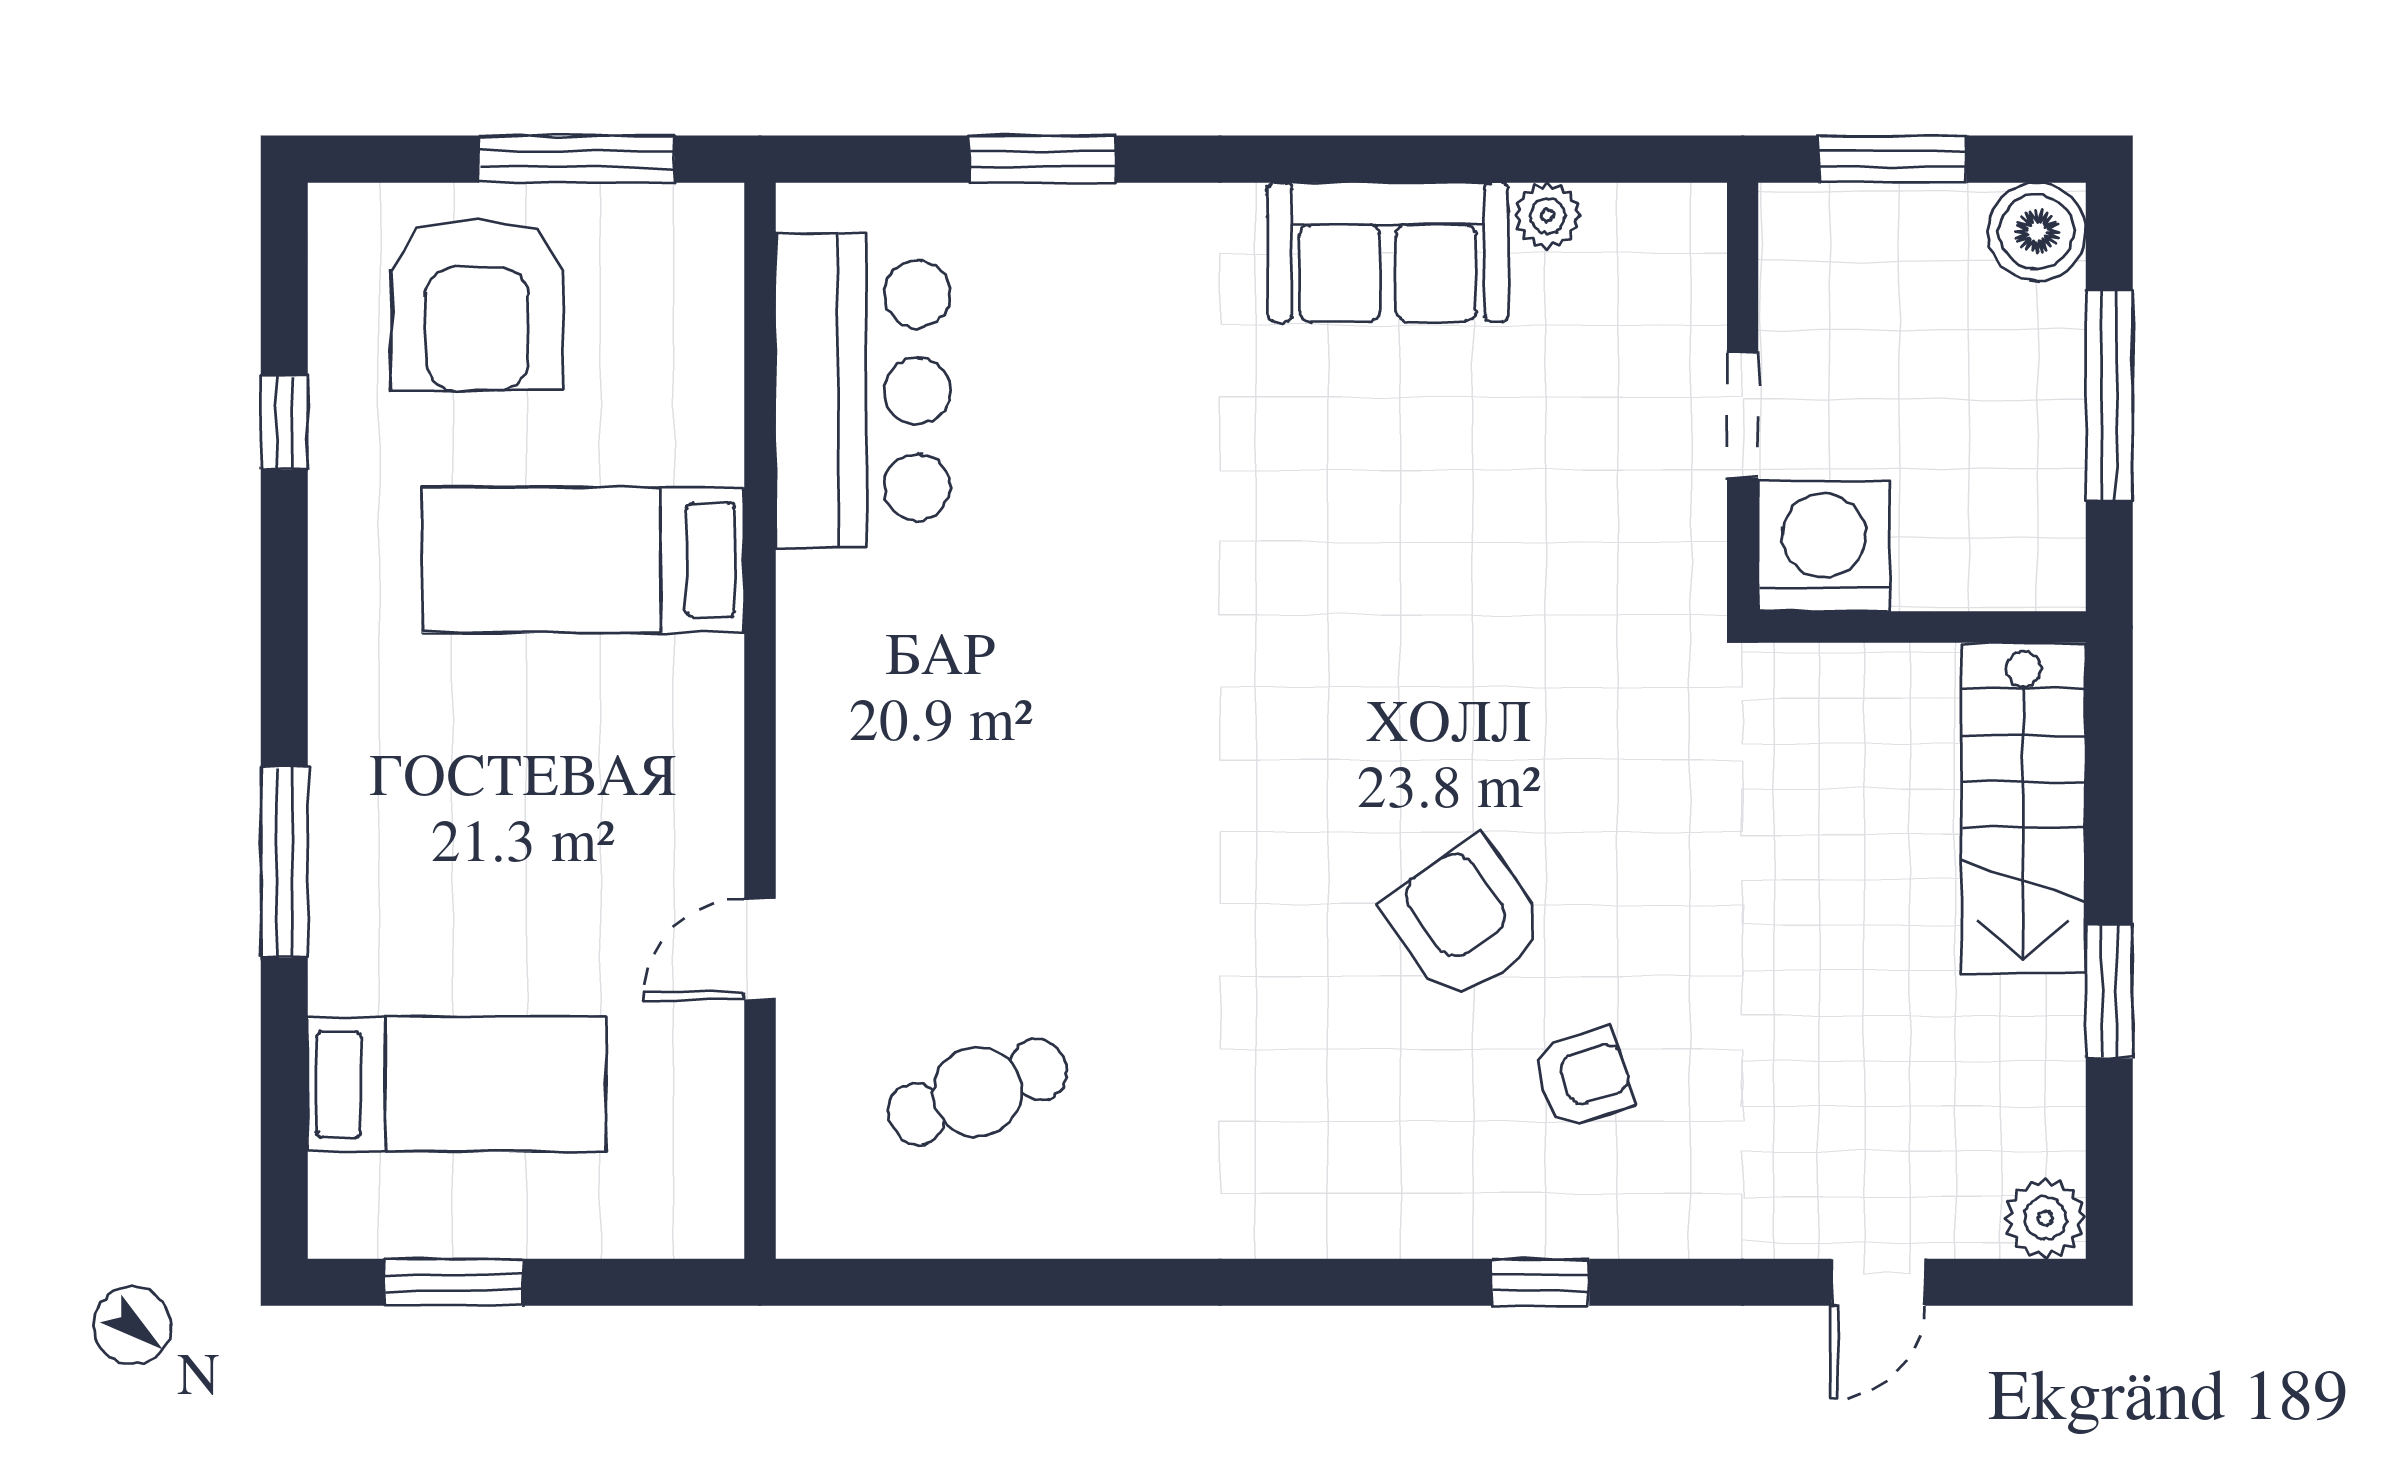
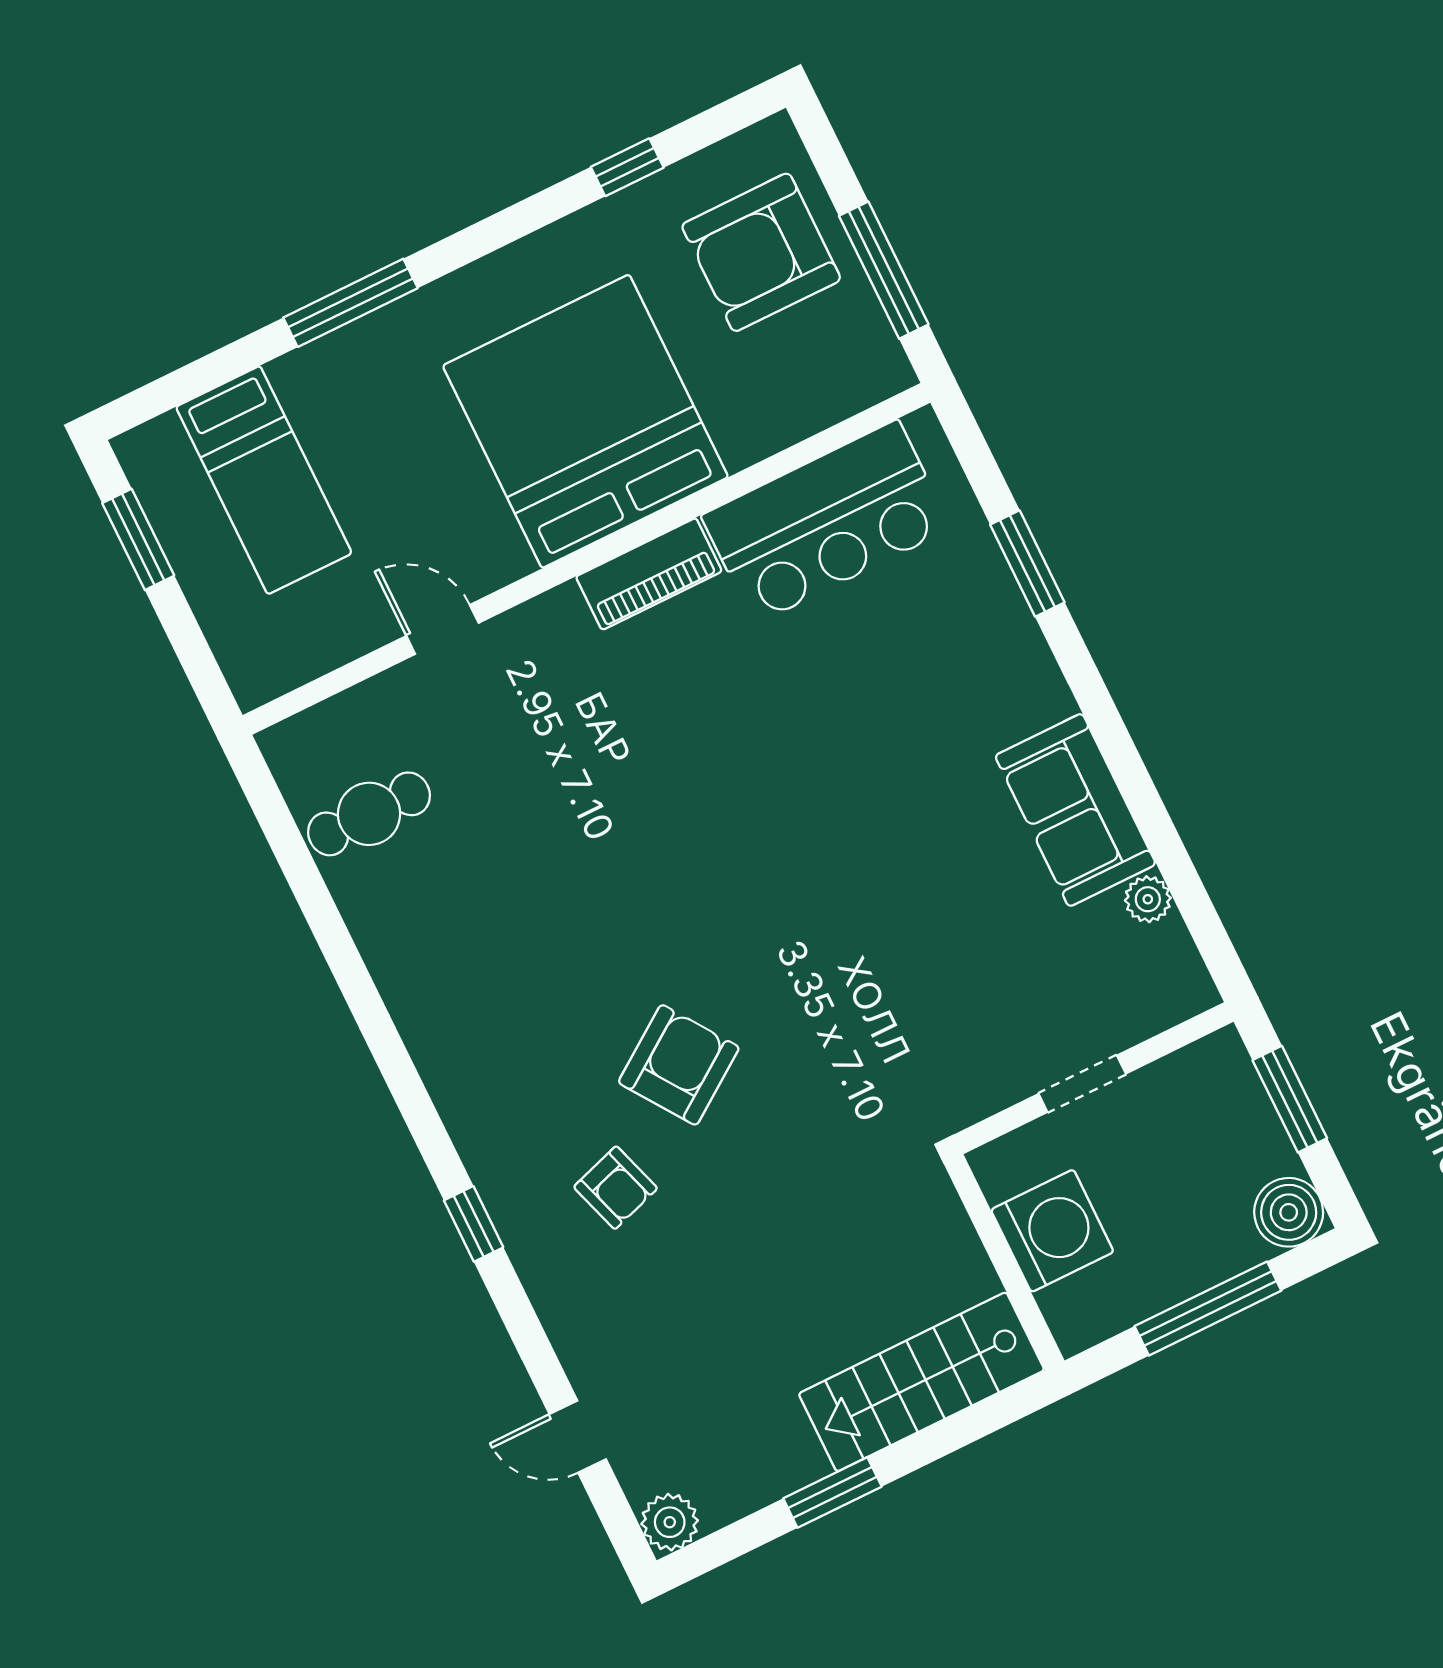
washing machine: (1824, 546) -> (1052, 1231), moved
bed: (583, 560) -> (585, 421), width x2.04
piano: (818, 650) -> (649, 574), added
cafe table: (977, 1092) -> (369, 814), moved, turned -70

